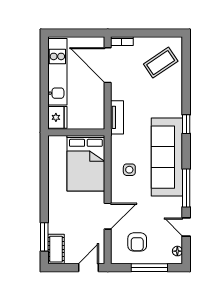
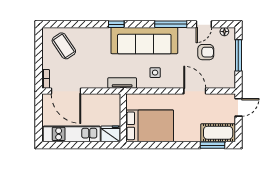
door: (108, 65) -> (66, 91), hinge flipped
tv unit: (117, 117) -> (122, 83), moved
bed: (86, 163) -> (150, 126), moved
armchair: (137, 242) -> (206, 52), moved
cot: (56, 249) -> (218, 133), width x1.37, depth x1.34
door: (88, 268) -> (238, 107), swing flipped

